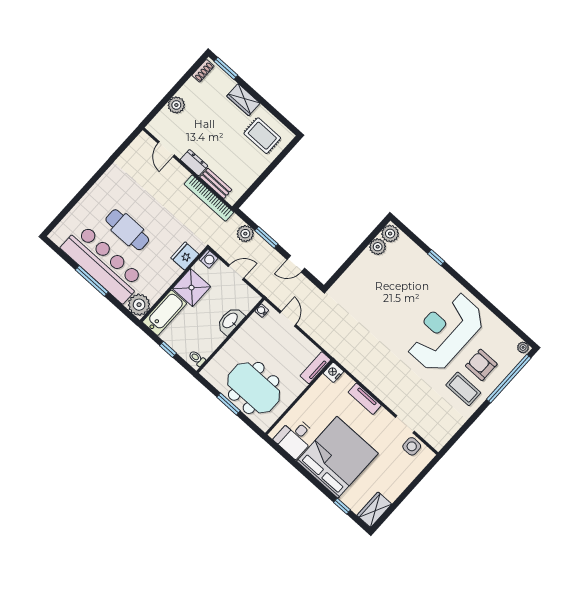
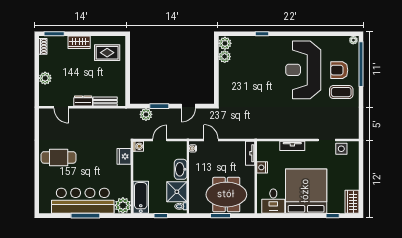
bookcase: (209, 198) -> (109, 113), removed
cafe table: (127, 230) -> (59, 157), moved
shower: (192, 288) -> (177, 192), moved
nightstand: (333, 372) -> (262, 167), moved

